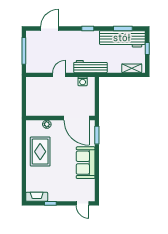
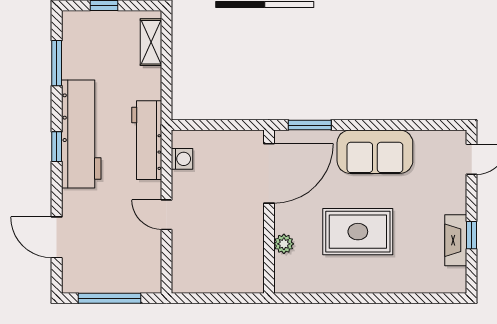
workbench: (122, 39) -> (81, 134), moved
rug: (40, 152) -> (358, 232), moved
fireplace: (37, 197) -> (456, 240), moved

